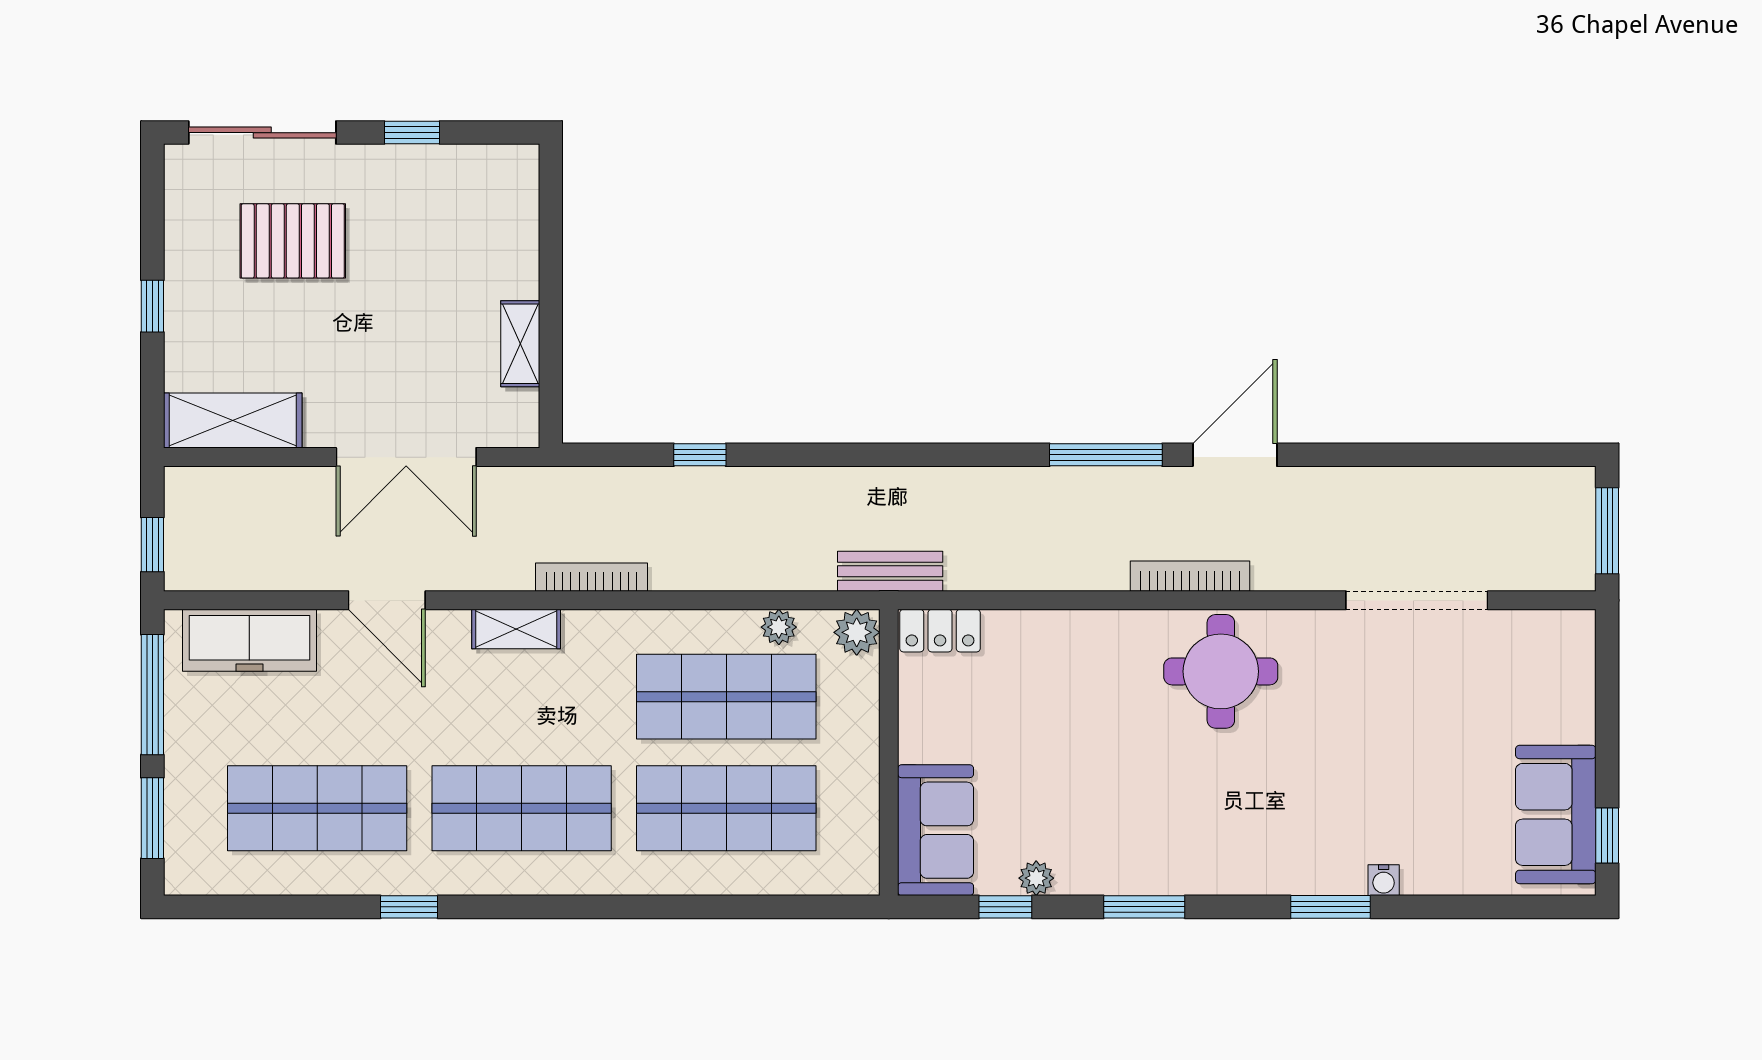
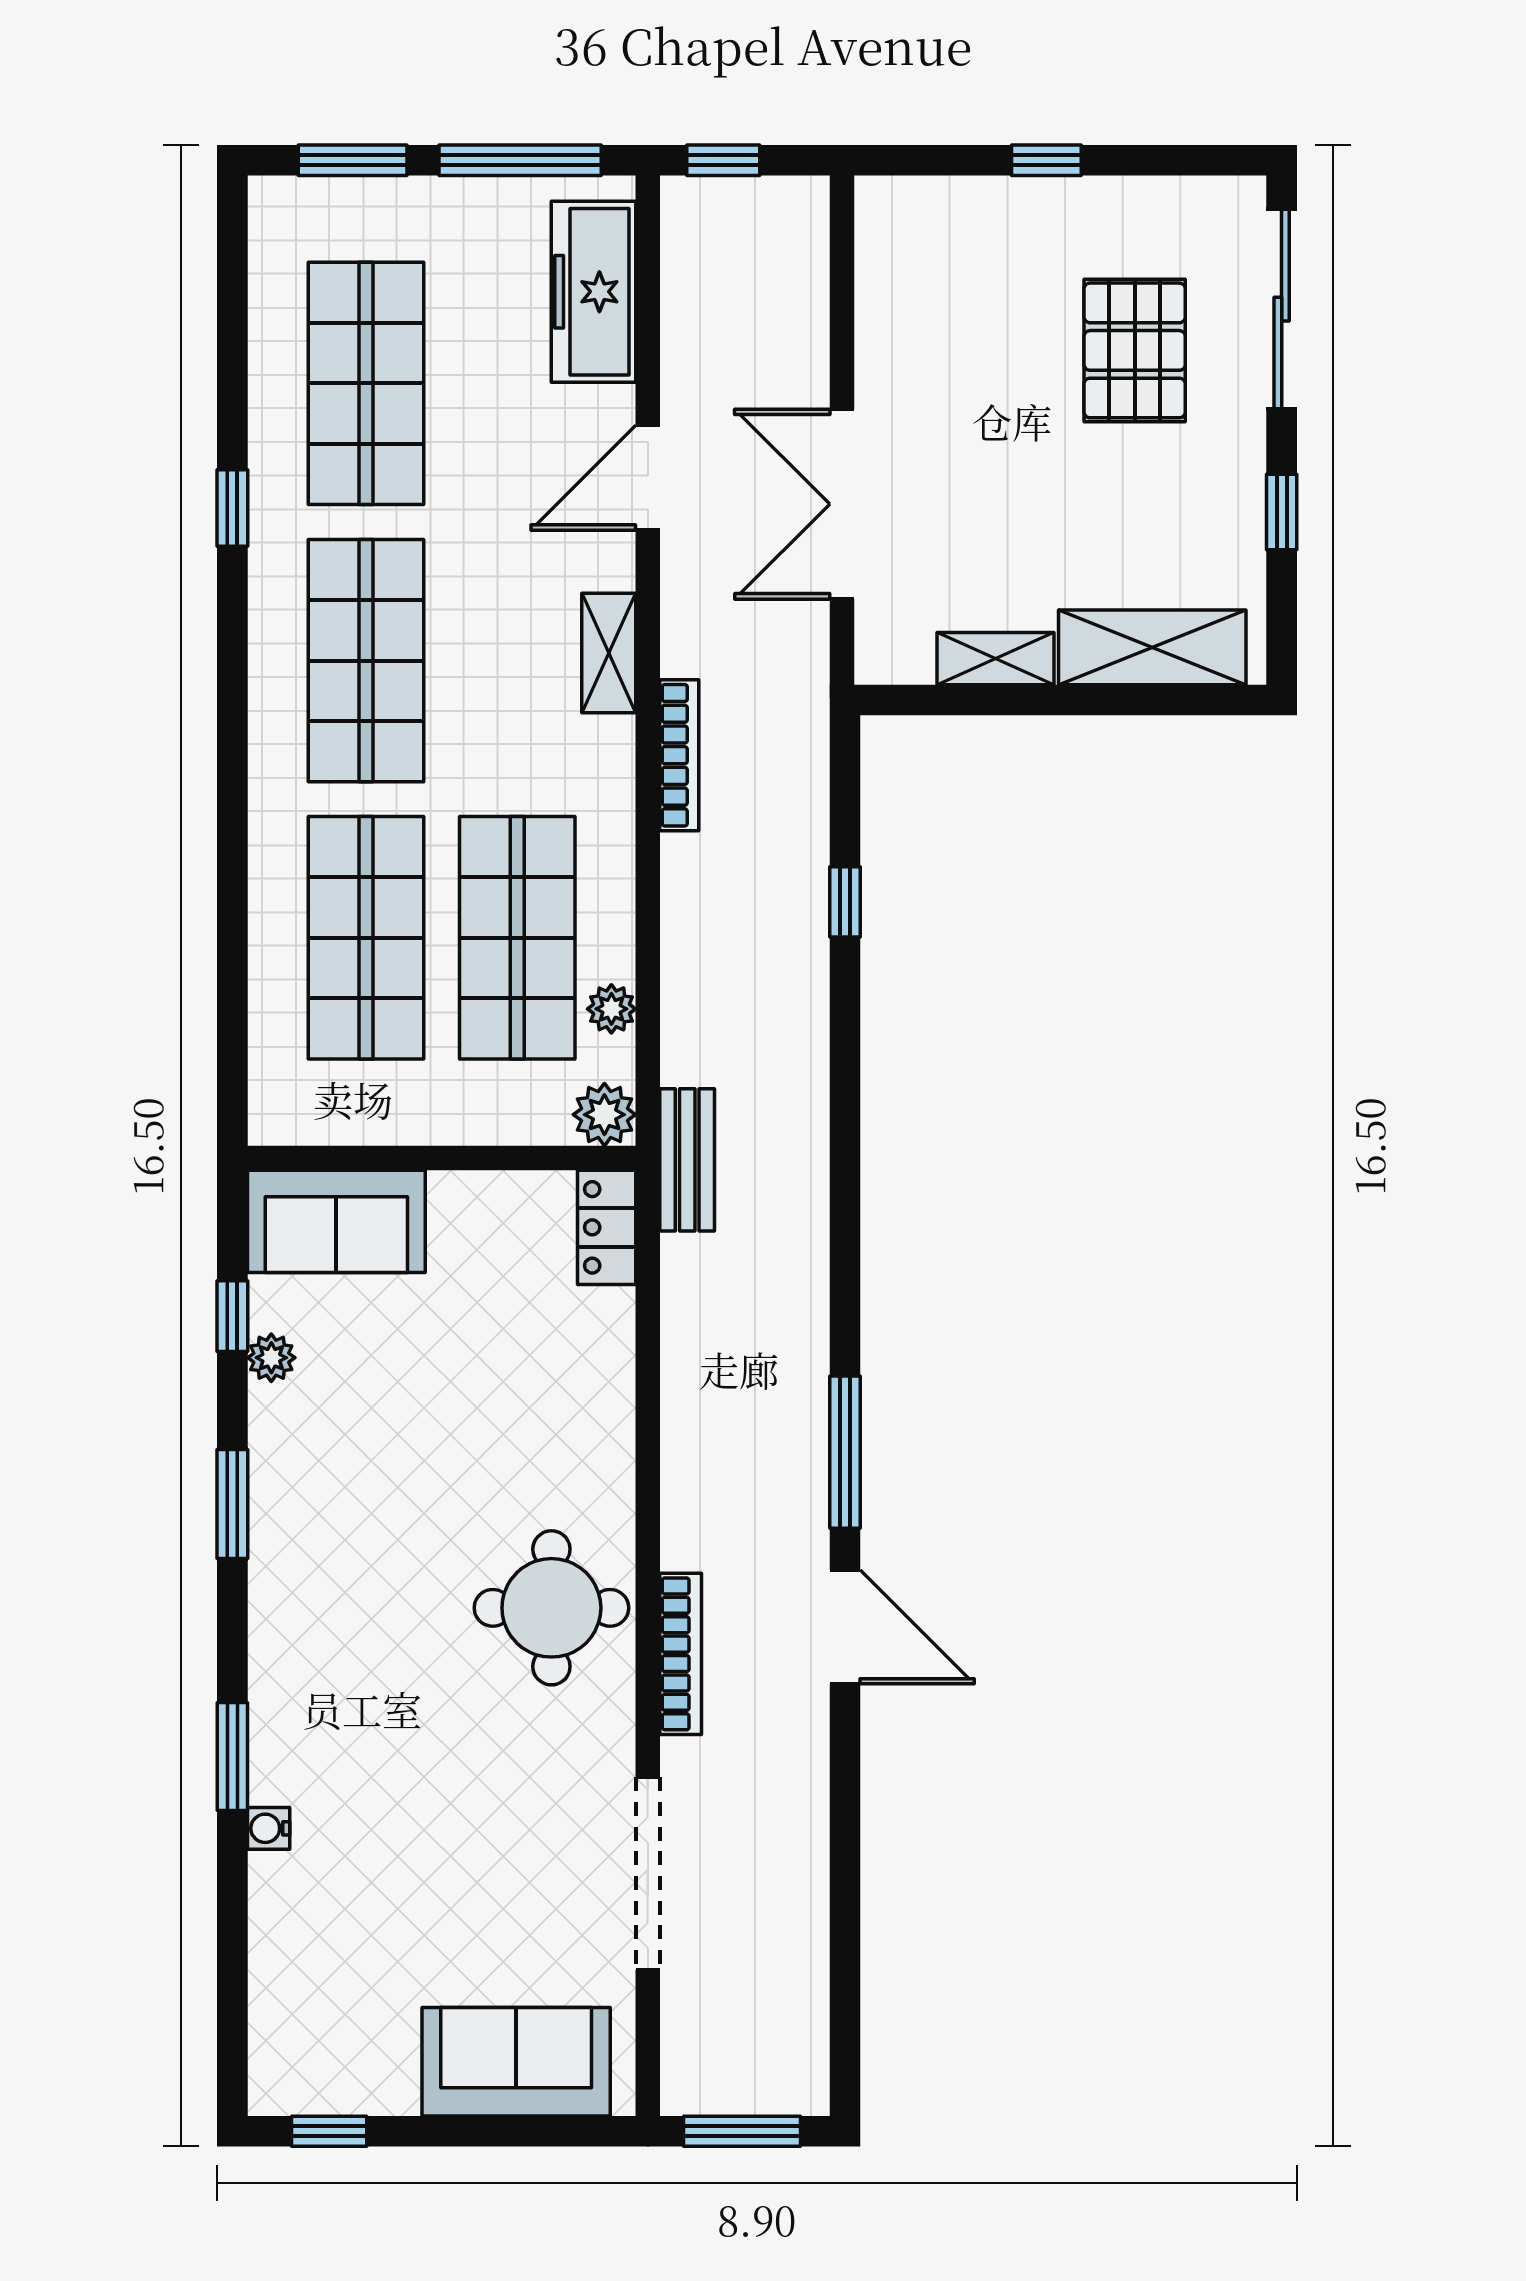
shelving: (233, 420) -> (1152, 647), moved, turned 90
bookcase: (1190, 576) -> (681, 1654), moved
sofa: (1556, 814) -> (516, 2062), moved

